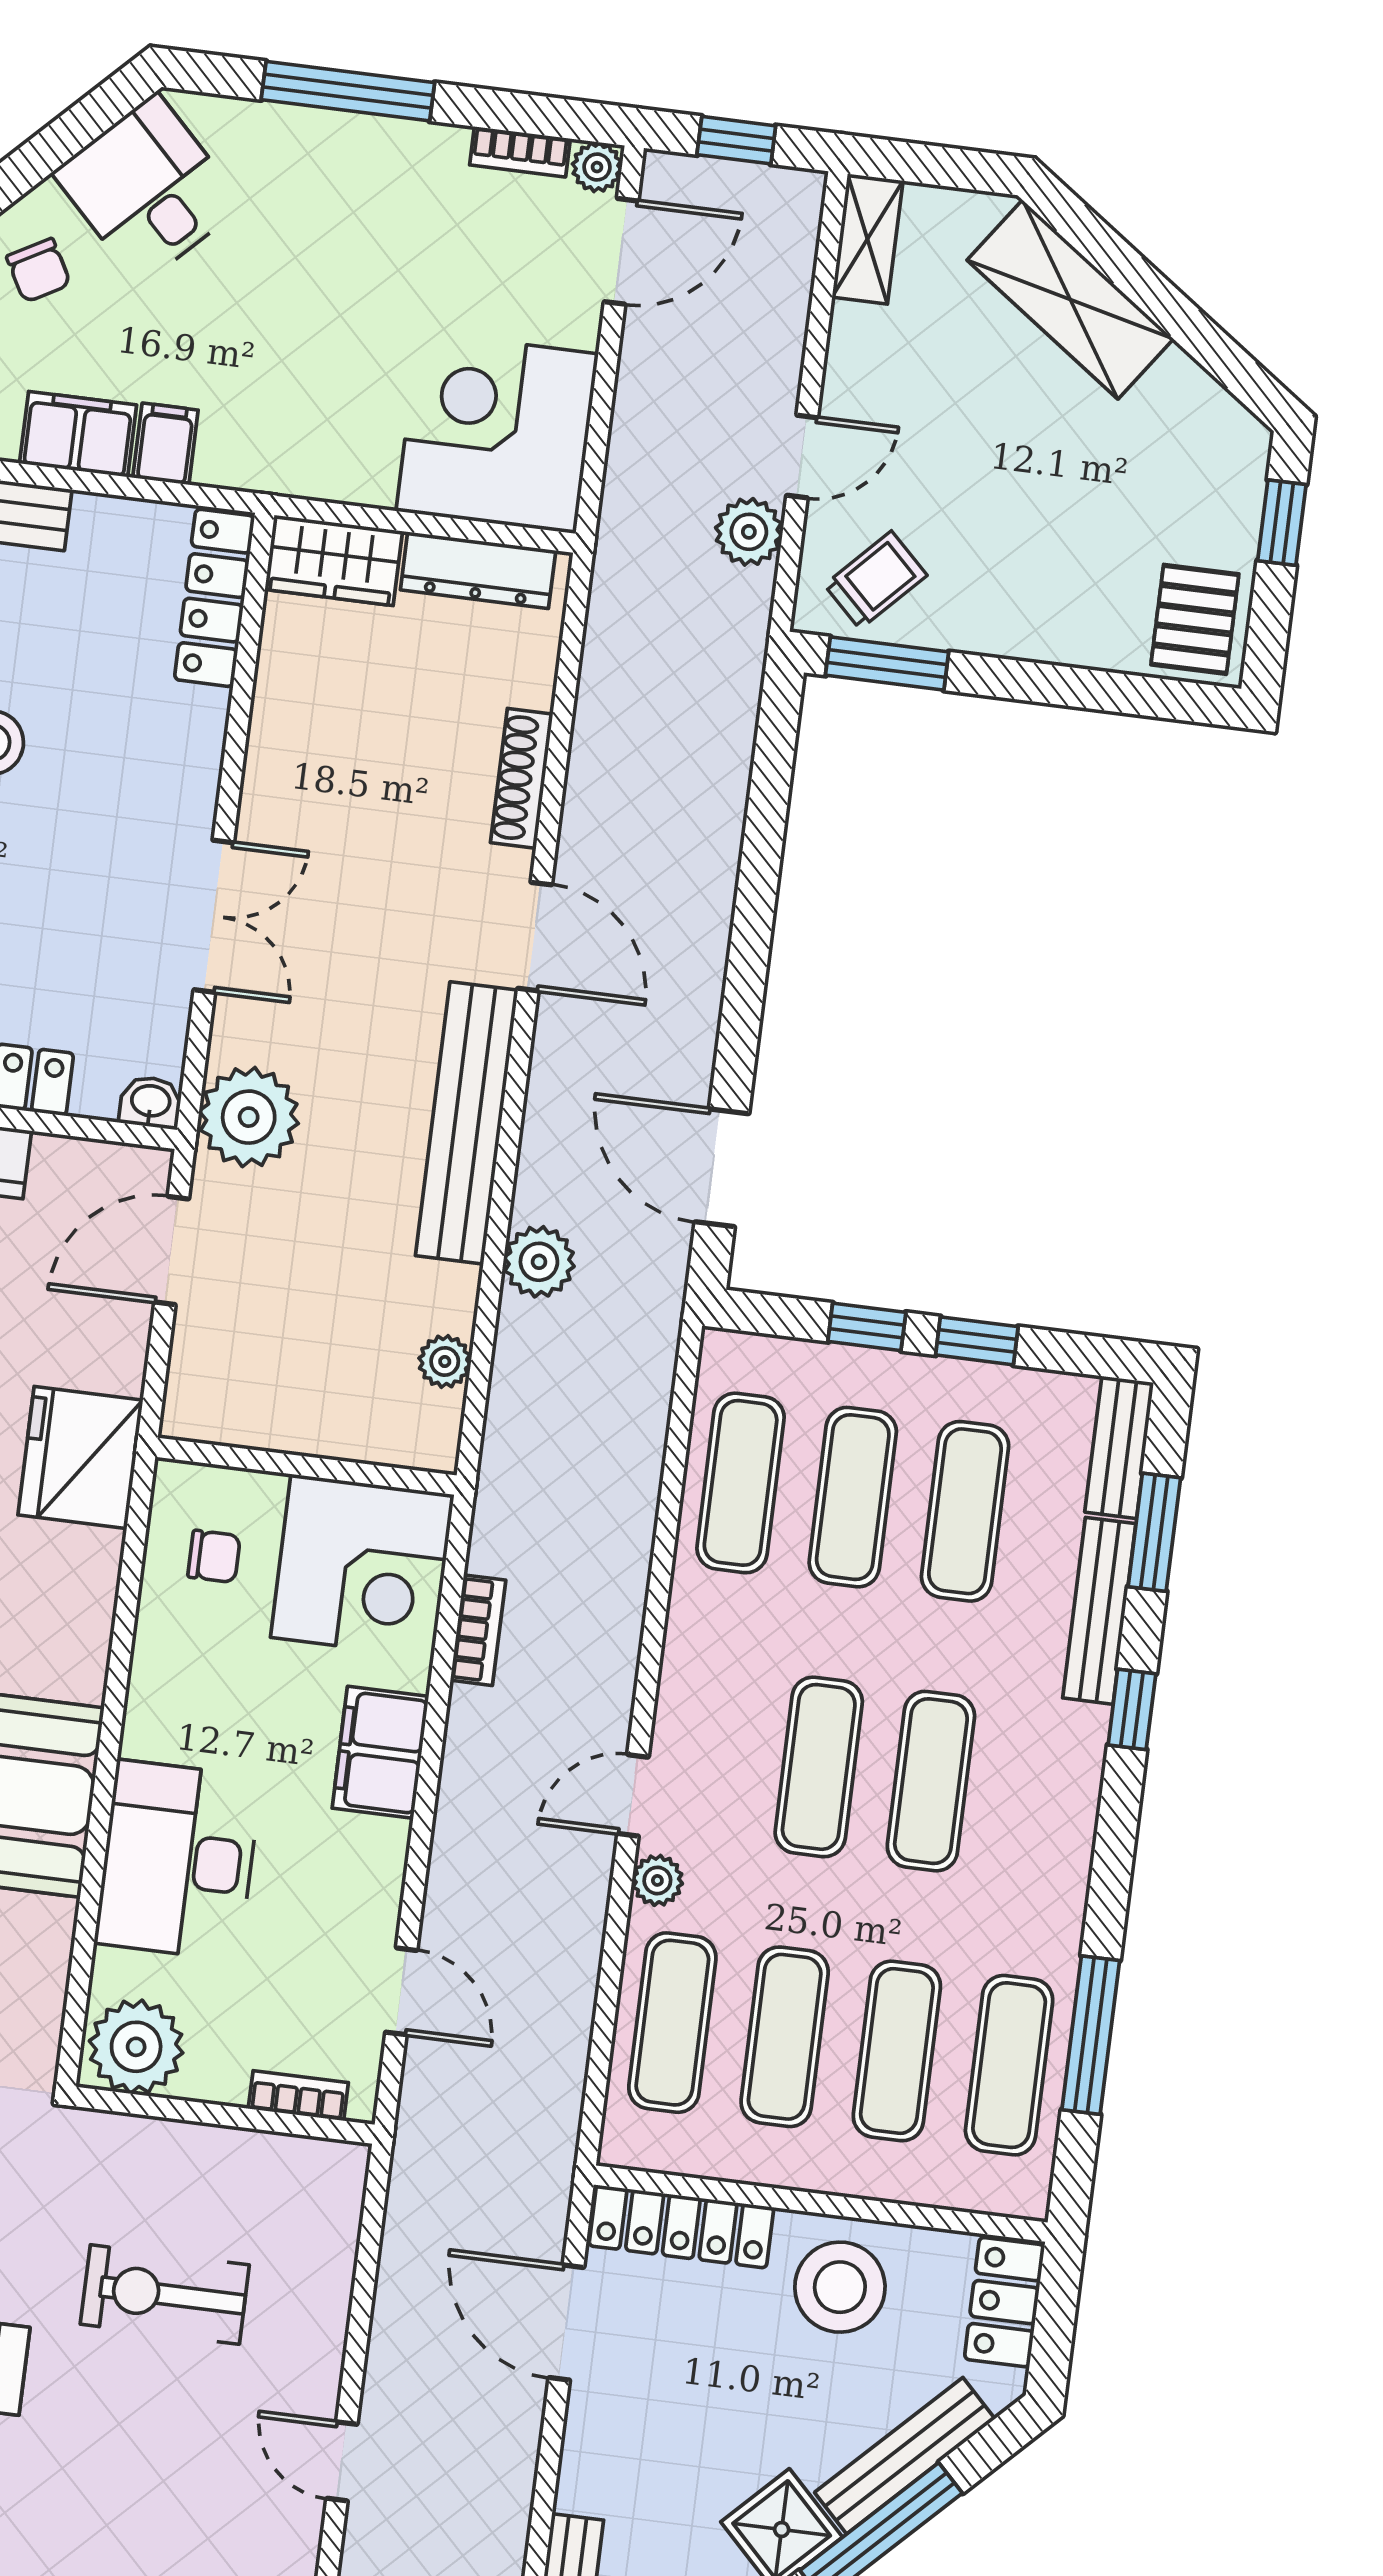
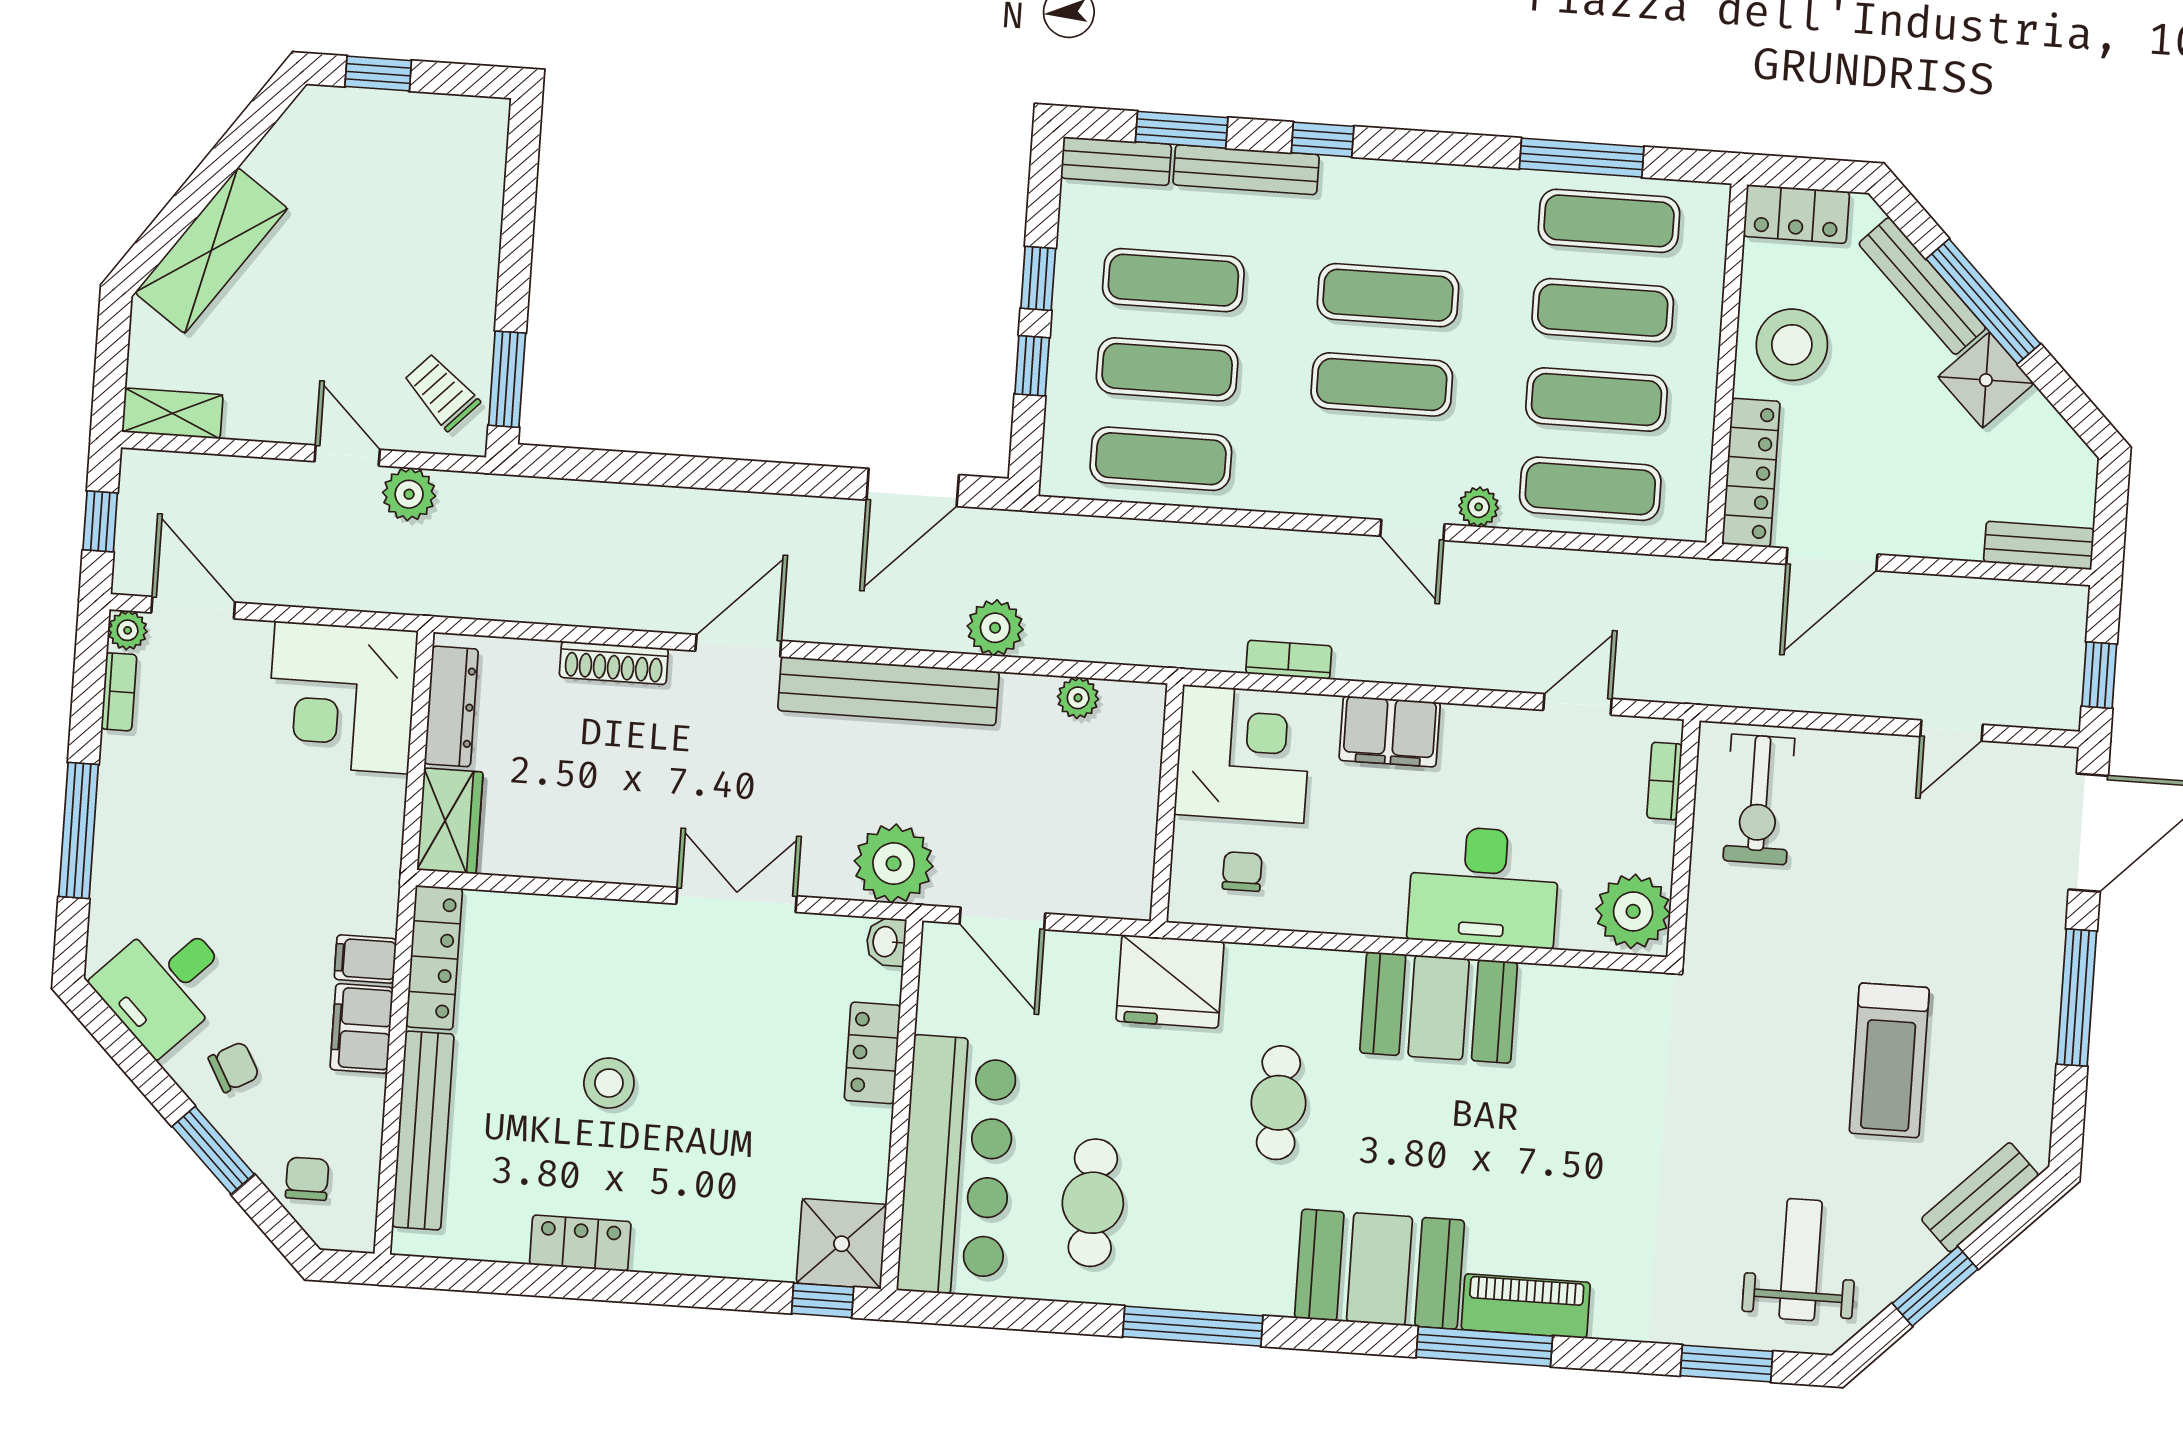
locker: (214, 598) -> (434, 958), moved, turned -90
pallet: (1195, 619) -> (459, 138), removed
exercise bike: (165, 2295) -> (1759, 799), moved

